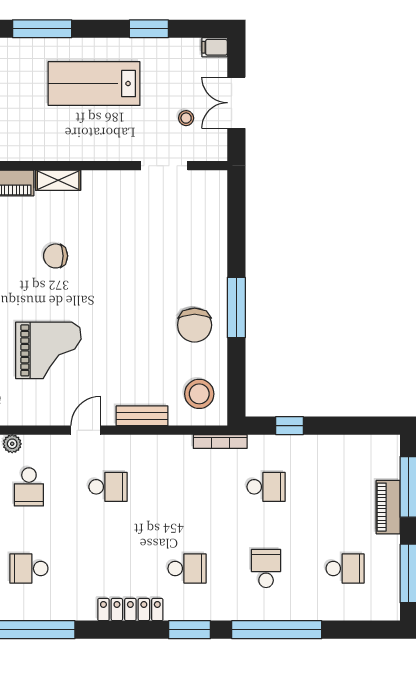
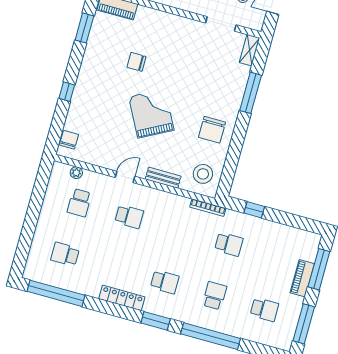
shelving: (58, 180) -> (249, 50), moved, turned 90
window: (236, 307) -> (251, 93), moved
grand piano: (48, 350) -> (151, 113), moved, turned -118

